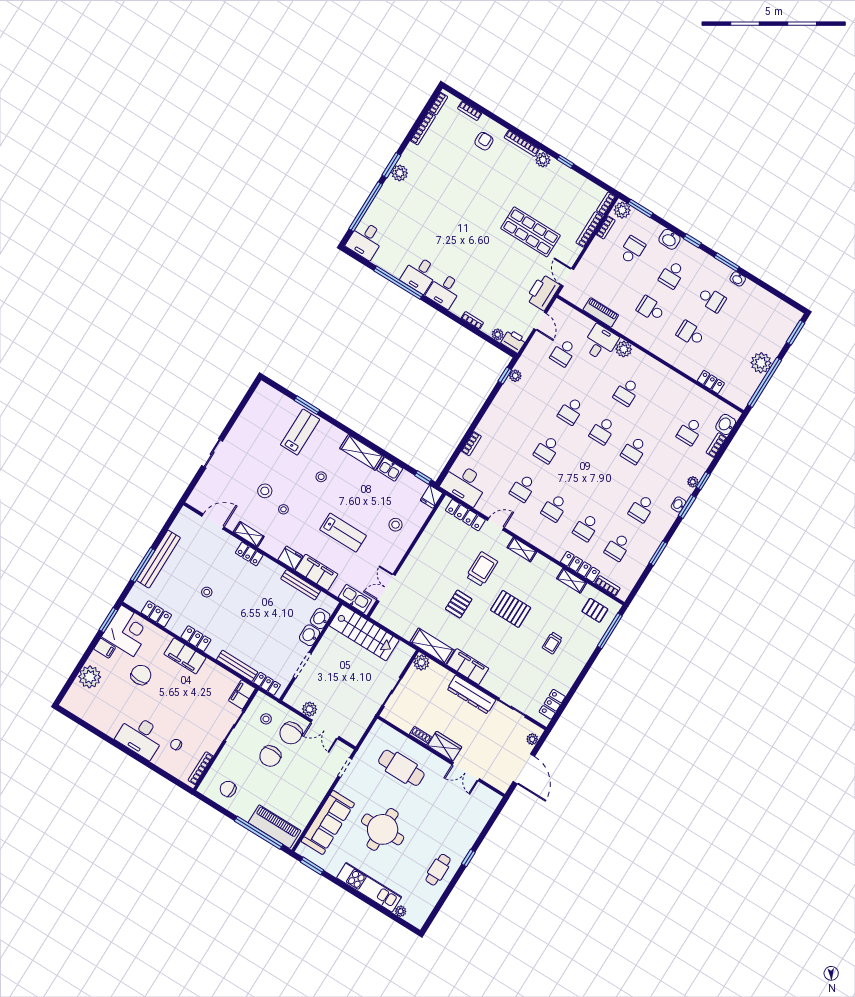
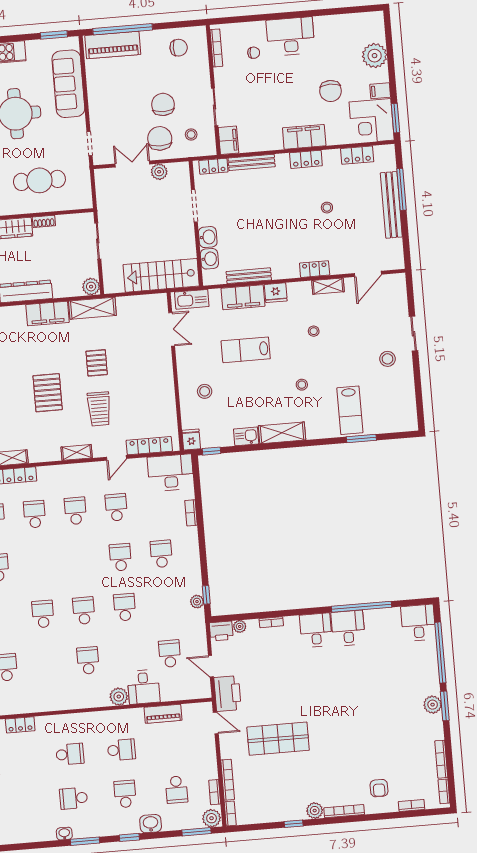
school desk: (515, 430) -> (161, 554), added
stool: (265, 491) -> (387, 359), moved
pallet: (511, 609) -> (48, 393), turned 90

